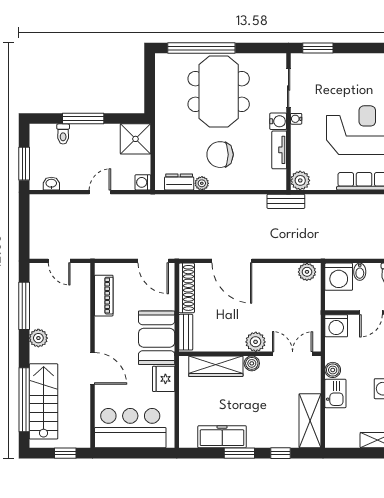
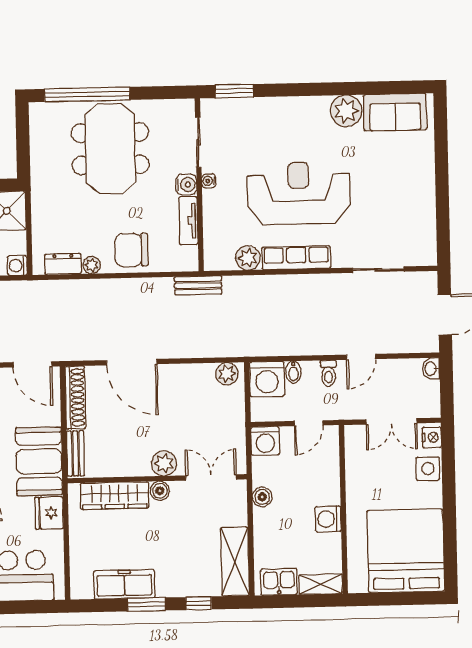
chair: (220, 155) -> (131, 250), moved
plant: (300, 180) -> (248, 258), moved
kitchen sink: (335, 393) -> (279, 582), moved, turned -90

